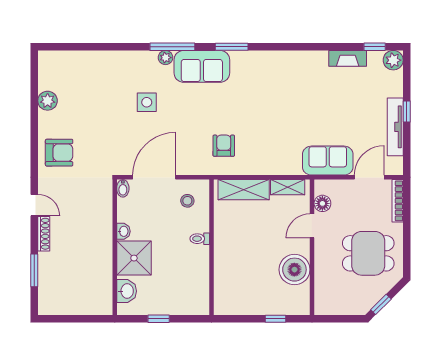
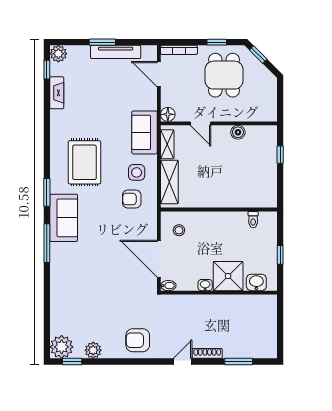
plant: (165, 58) -> (62, 347), moved, width x1.87, depth x1.87
window: (34, 76) -> (72, 362), added
rug: (267, 91) -> (84, 162), added
side table: (147, 102) -> (137, 172), moved
window: (407, 112) -> (102, 42), width x1.50
armchair: (59, 153) -> (138, 340), turned -90
sofa: (328, 161) -> (144, 132), moved
floor lamp: (322, 203) -> (168, 114), moved
toilet: (200, 239) -> (253, 220), moved
window: (407, 245) -> (217, 42), added
boiler: (294, 270) -> (238, 132), width x0.54, depth x0.54
window: (381, 304) -> (258, 55), moved

